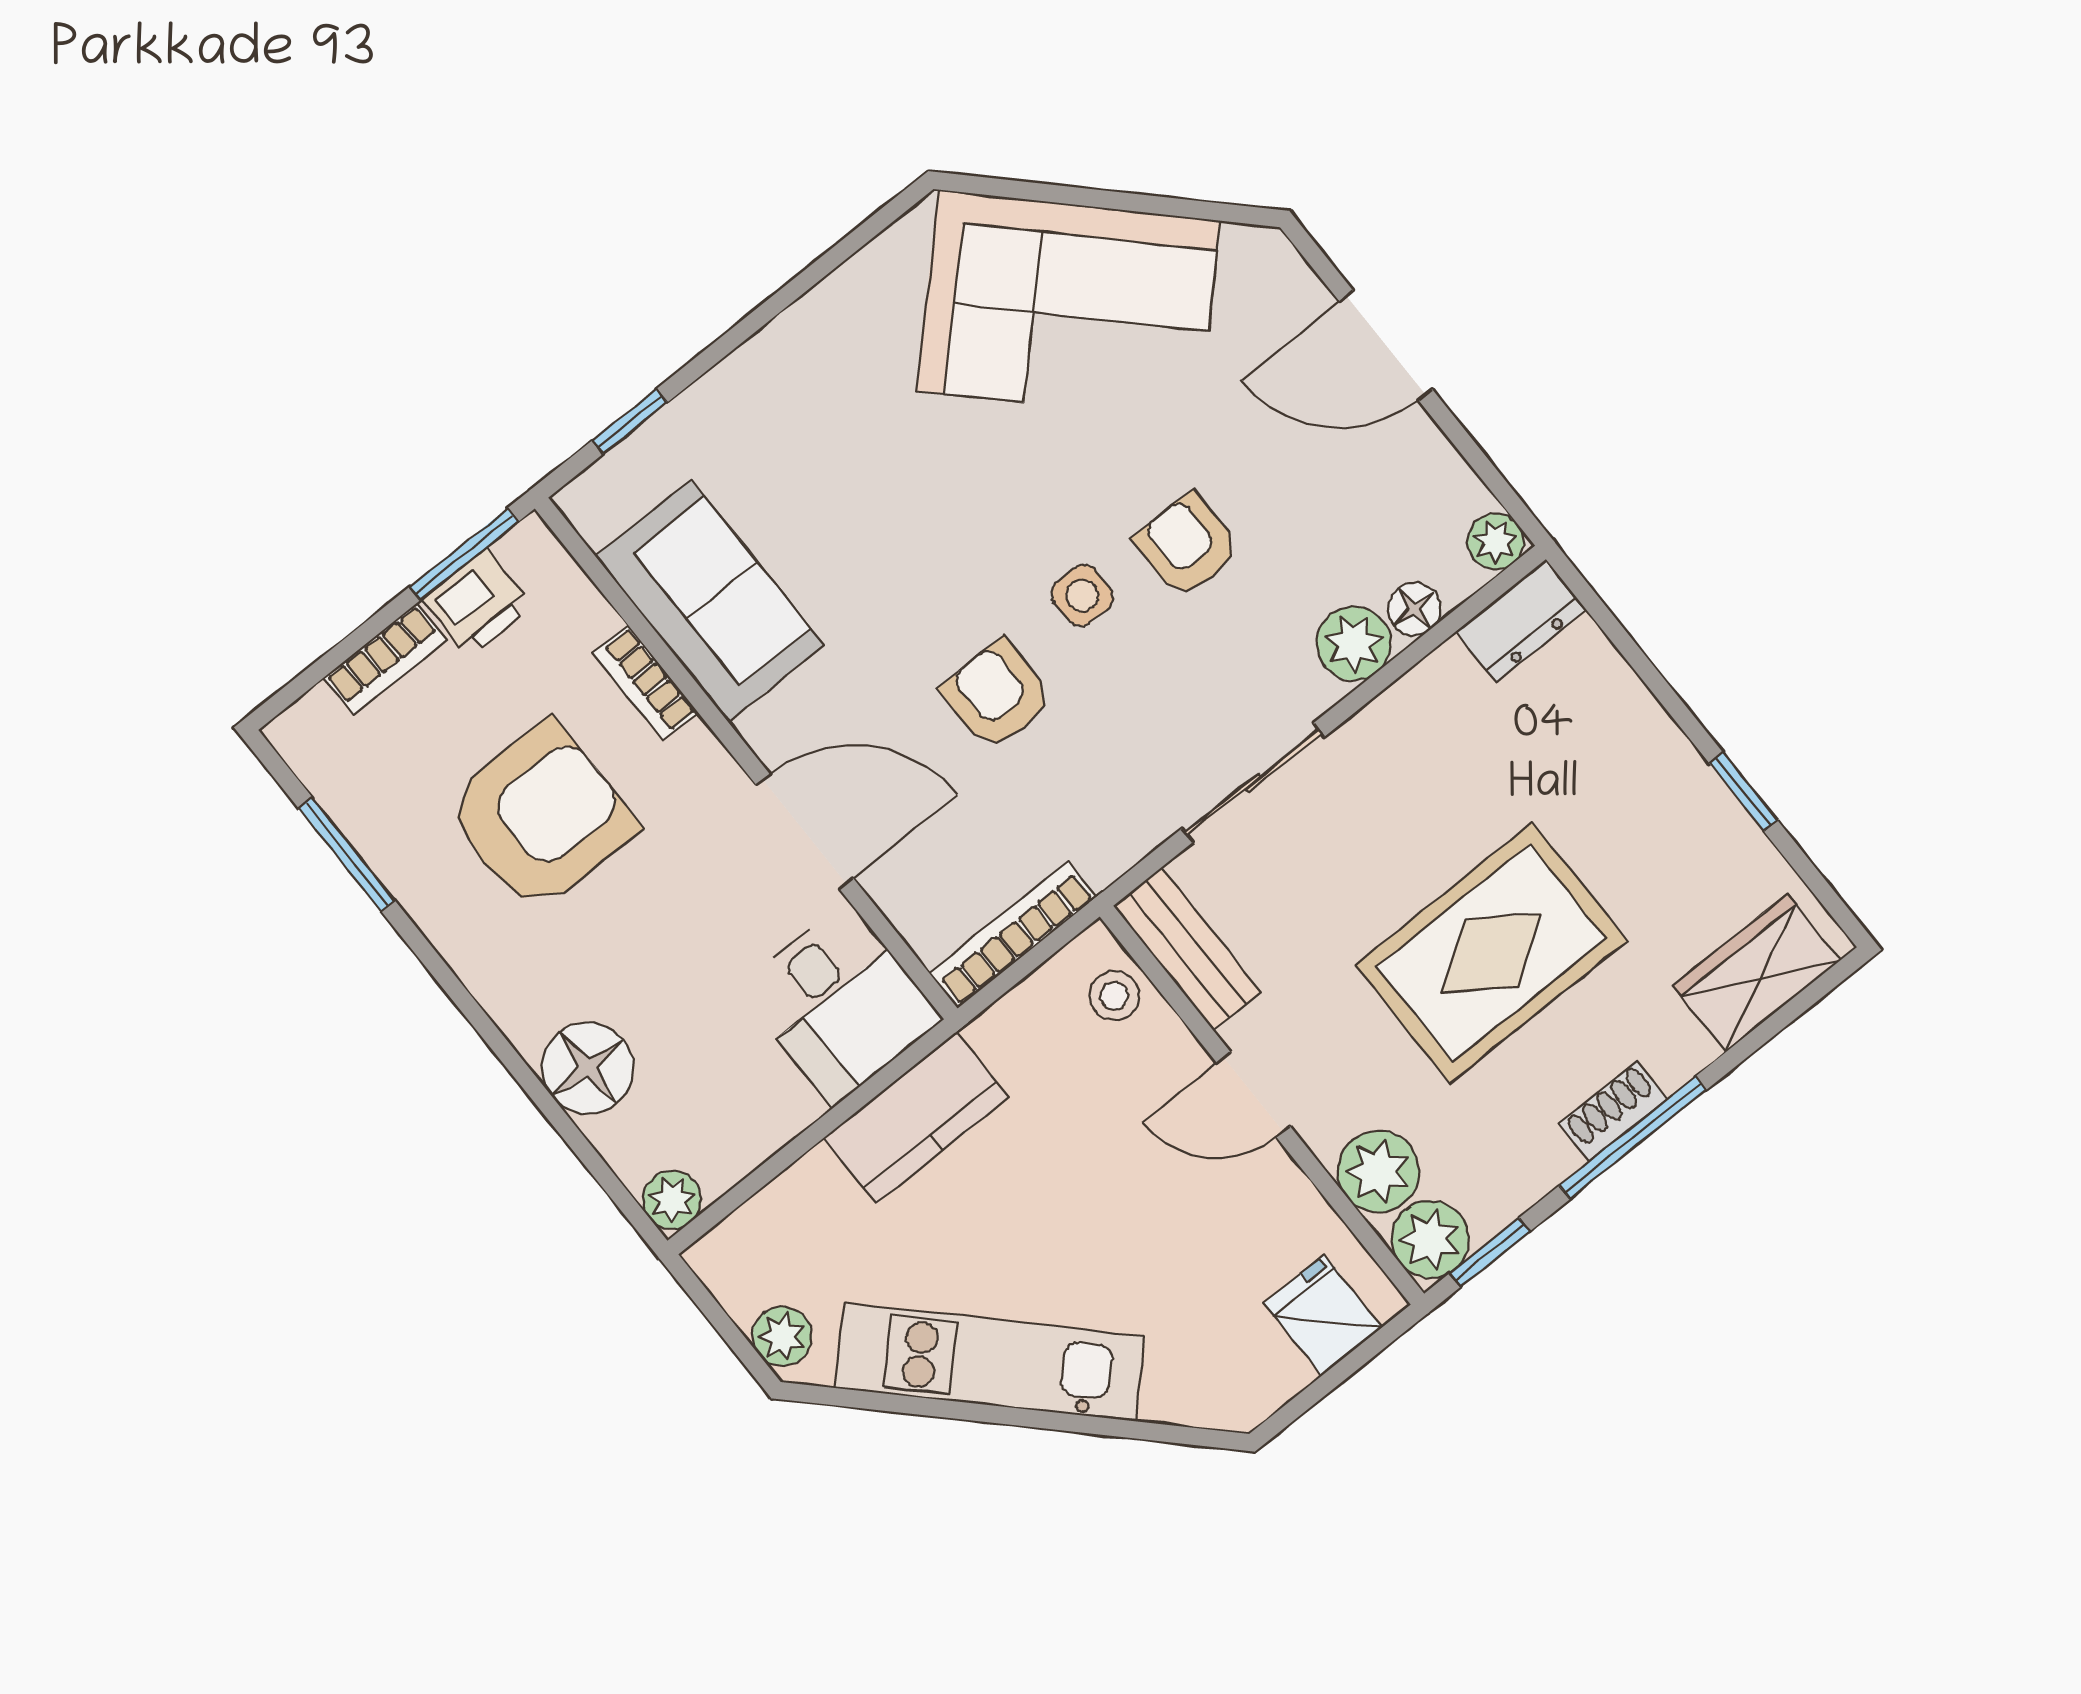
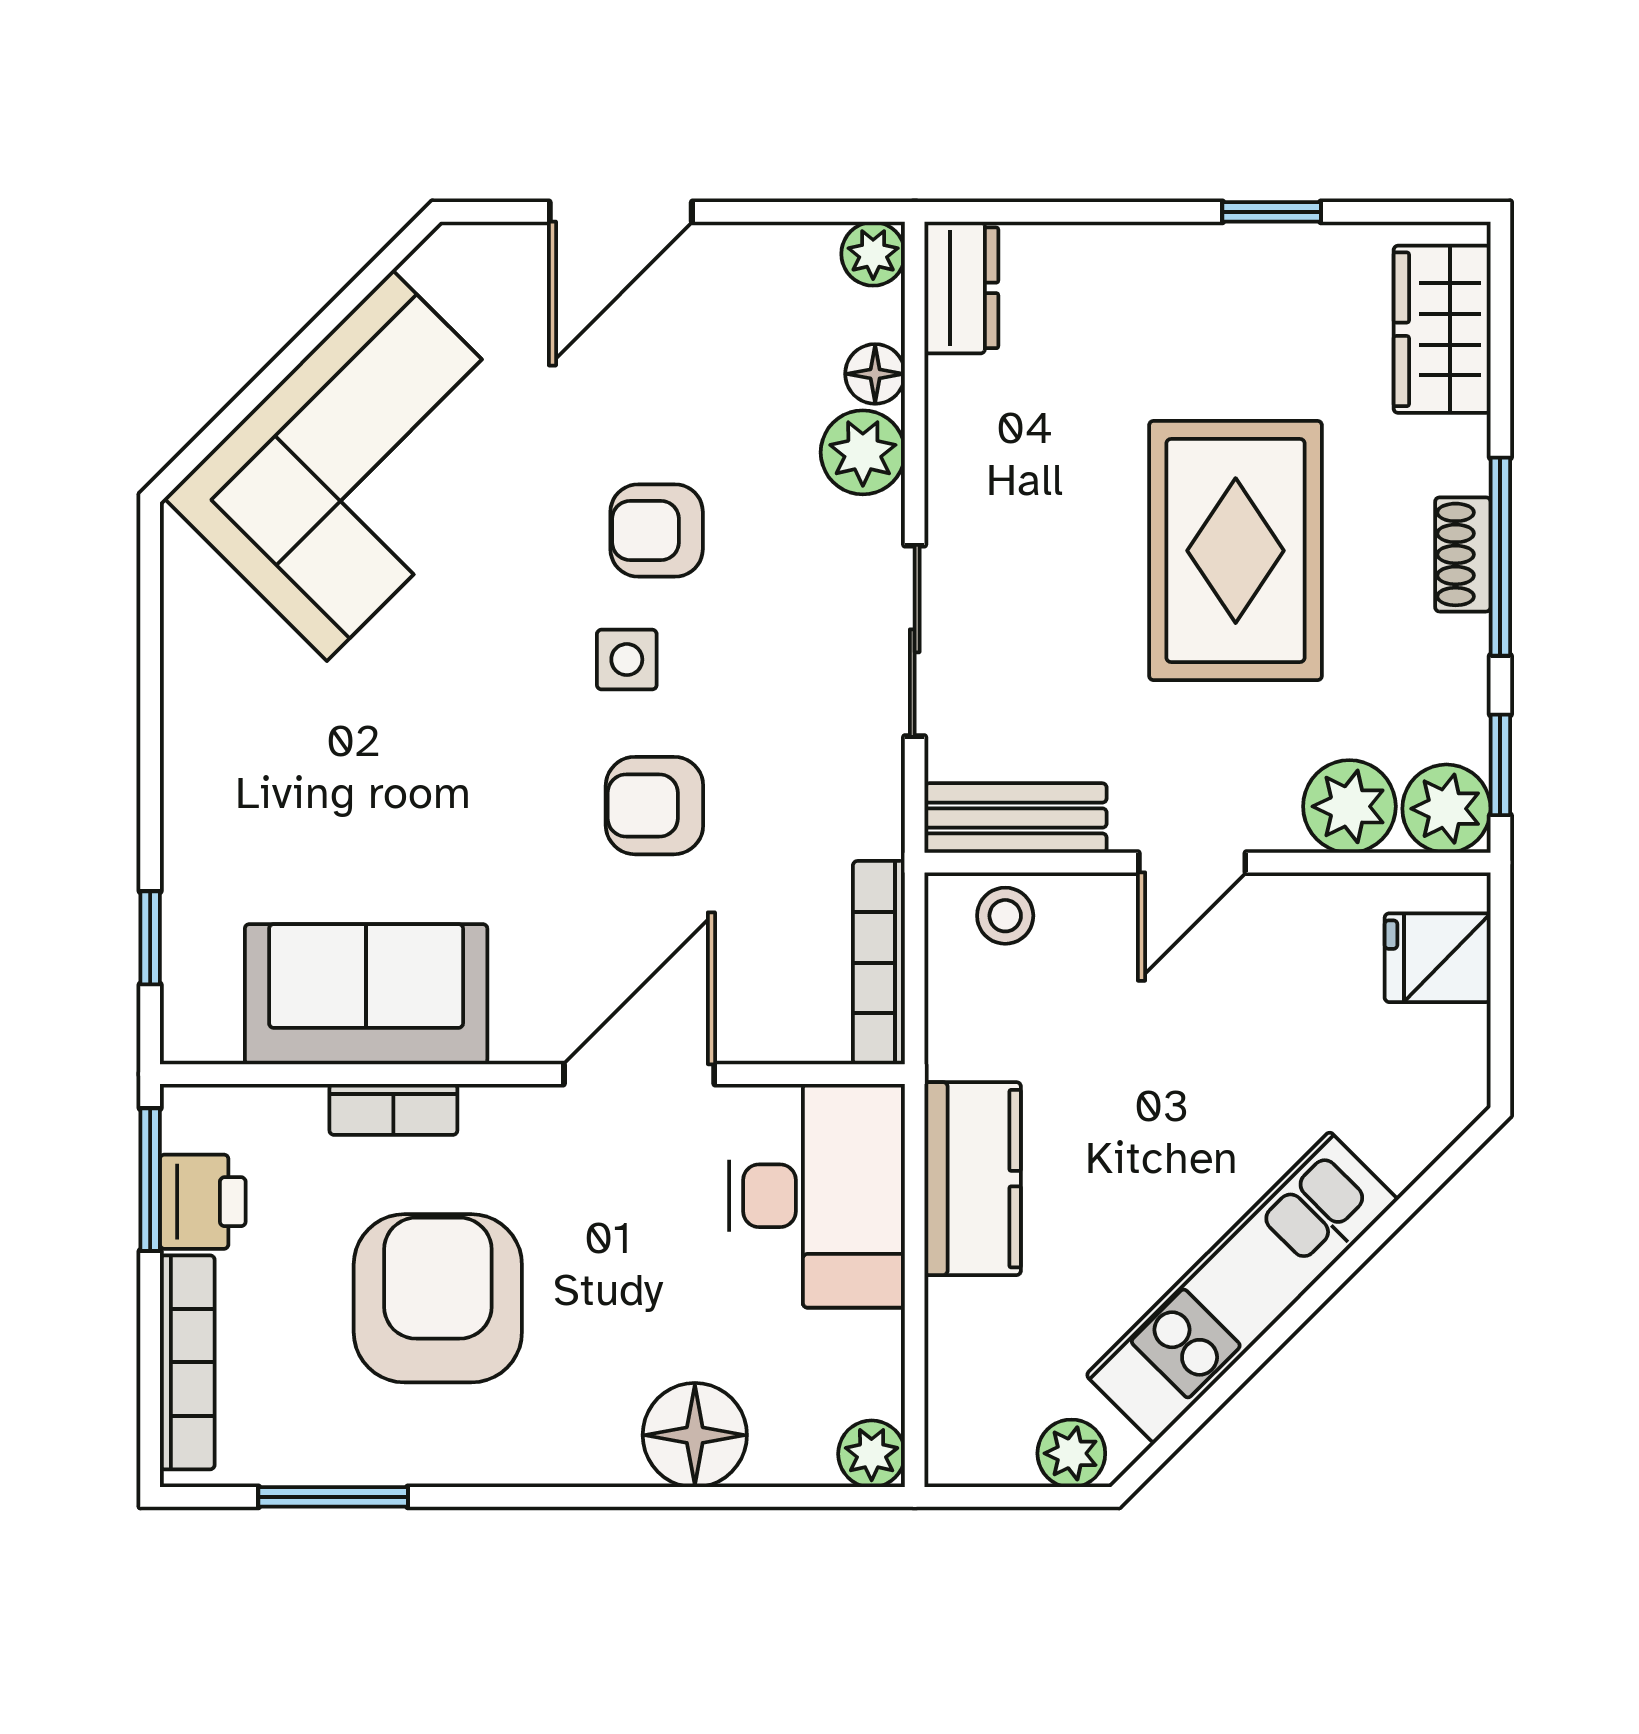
bookcase: (385, 659) -> (187, 1362), width x1.56
desk: (840, 1004) -> (817, 1196), width x1.37

